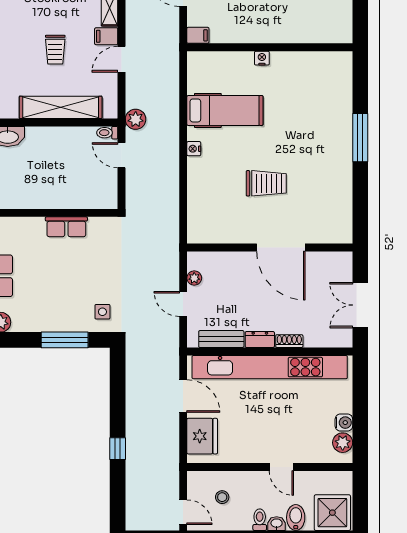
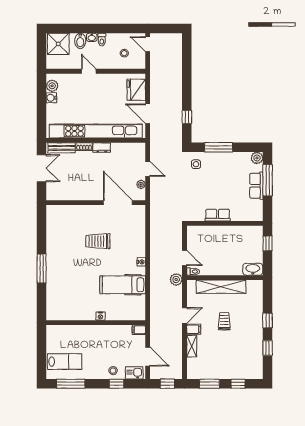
door: (281, 248) -> (118, 203), moved
bench: (221, 339) -> (62, 148), moved
window: (118, 449) -> (187, 117), moved

